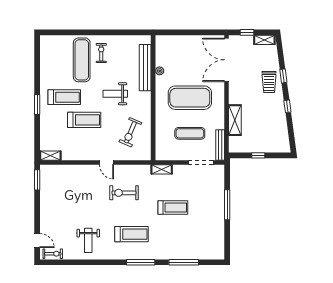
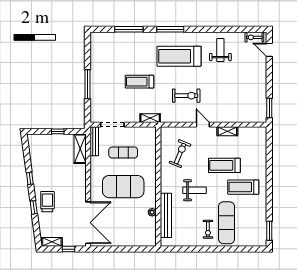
window: (37, 104) -> (269, 231), moved
shelving: (235, 120) -> (80, 149), moved
shelving: (50, 156) -> (227, 131), moved
treadmill: (132, 234) -> (179, 56), width x1.37, depth x1.37

